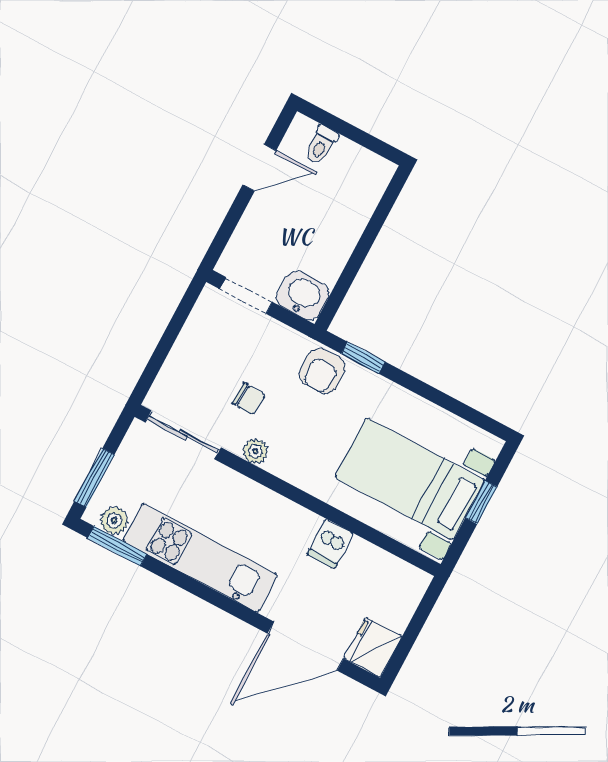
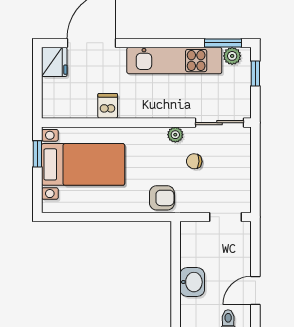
washbasin: (303, 295) -> (192, 282), moved, turned -90
window: (363, 358) -> (144, 217), removed
armchair: (322, 371) -> (162, 198), turned 90
window: (94, 478) -> (255, 73), width x0.67
window: (481, 502) -> (37, 154), moved

